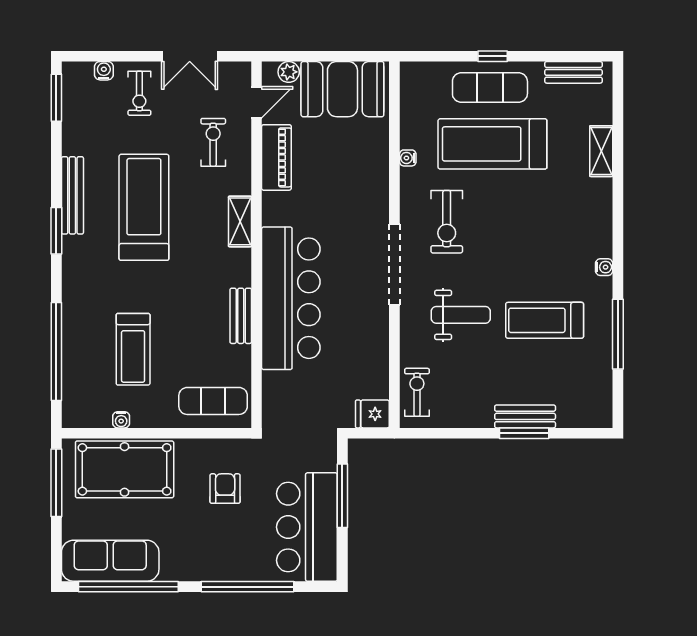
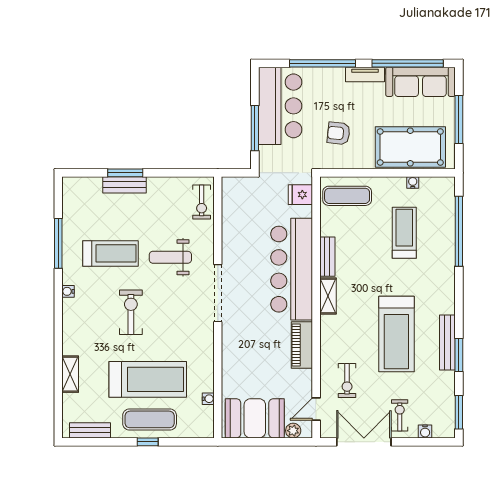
double door: (190, 56) -> (364, 442), width x1.37
piano: (276, 157) -> (302, 345), moved
water cooler: (408, 158) -> (208, 399), moved
shelving: (240, 221) -> (328, 296), moved
exercise bike: (447, 222) -> (131, 312), moved
window: (56, 231) -> (459, 355), moved
fridge: (372, 414) -> (300, 195), moved, turned 180
window: (56, 483) -> (459, 119), moved
armchair: (225, 489) -> (339, 133), turned 96
tv unit: (188, 571) -> (365, 74), added

